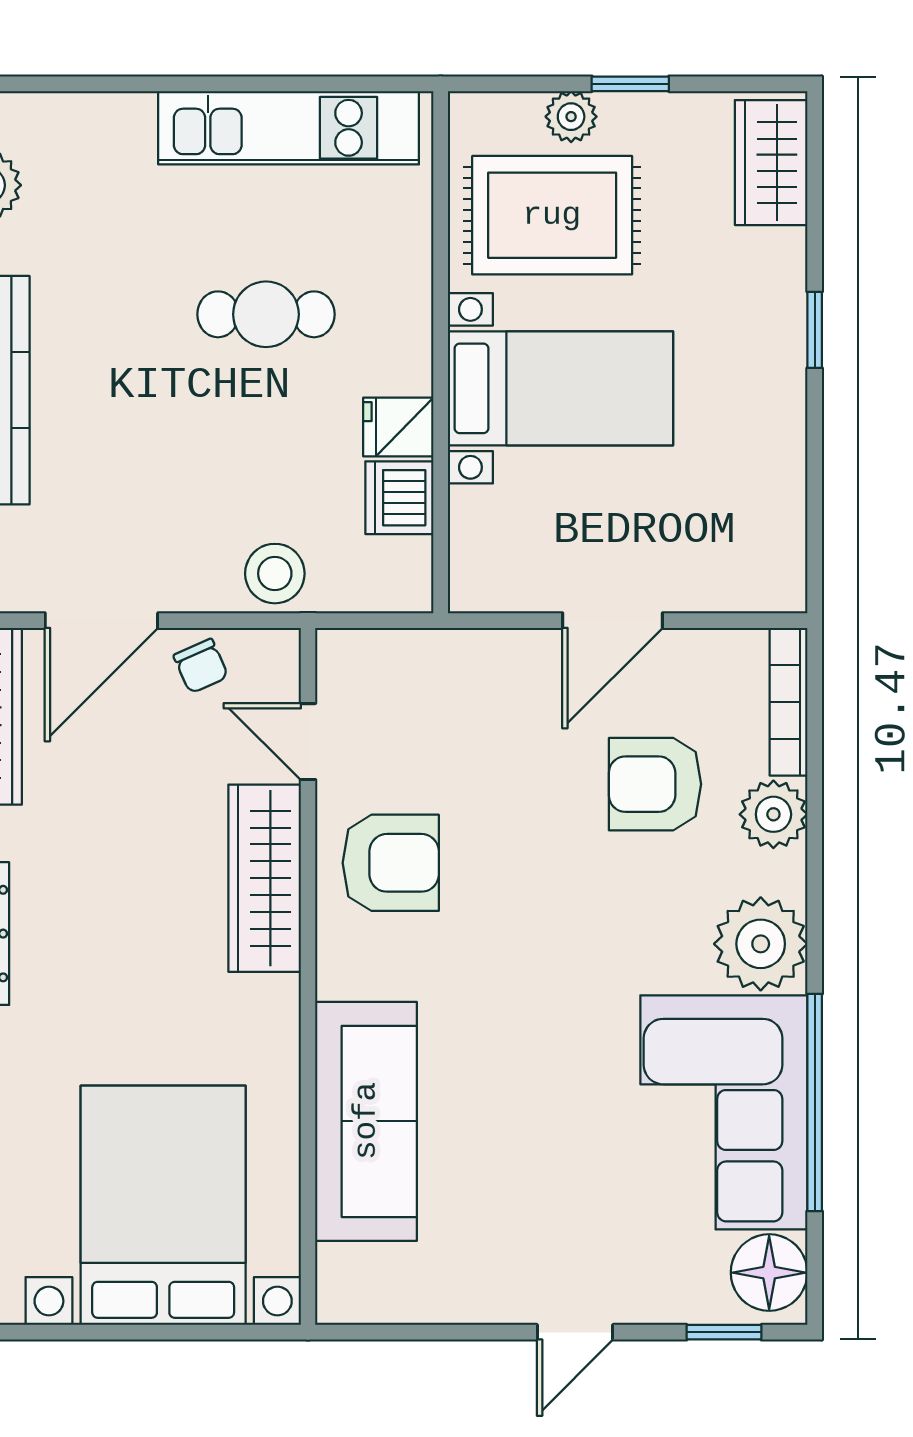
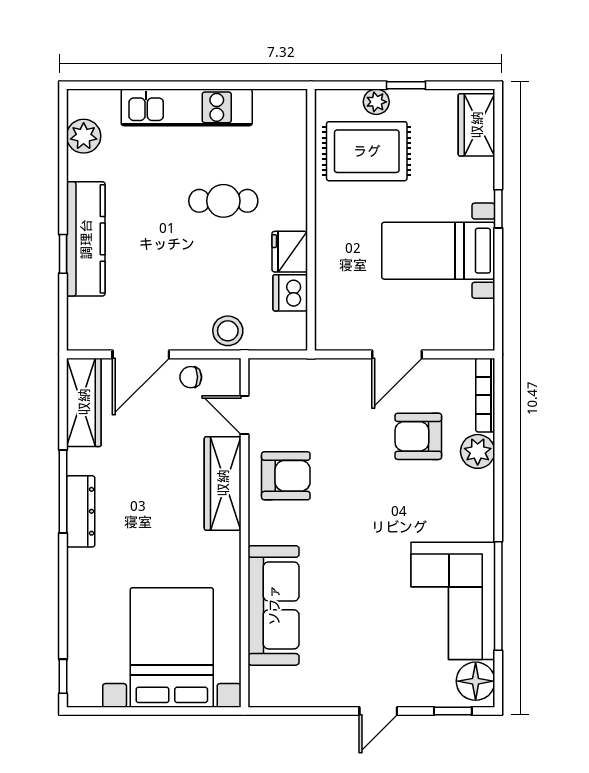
kitchen unit: (289, 128) -> (187, 107), moved
bed with nightstands: (561, 388) -> (438, 251), moved, turned 180
fridge: (398, 427) -> (290, 252), width x1.38
chair: (201, 666) -> (191, 377), turned 114
plant: (761, 944) -> (471, 516), removed

